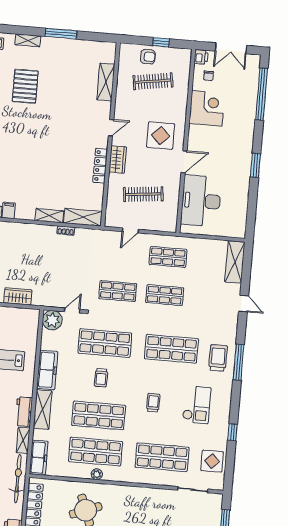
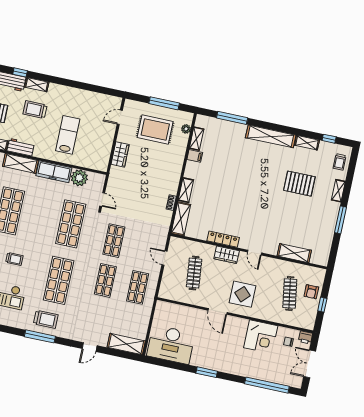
desk: (201, 201) -> (171, 345), moved, turned 180
plant: (52, 320) -> (79, 178), moved
trolley: (101, 378) -> (41, 217), removed

